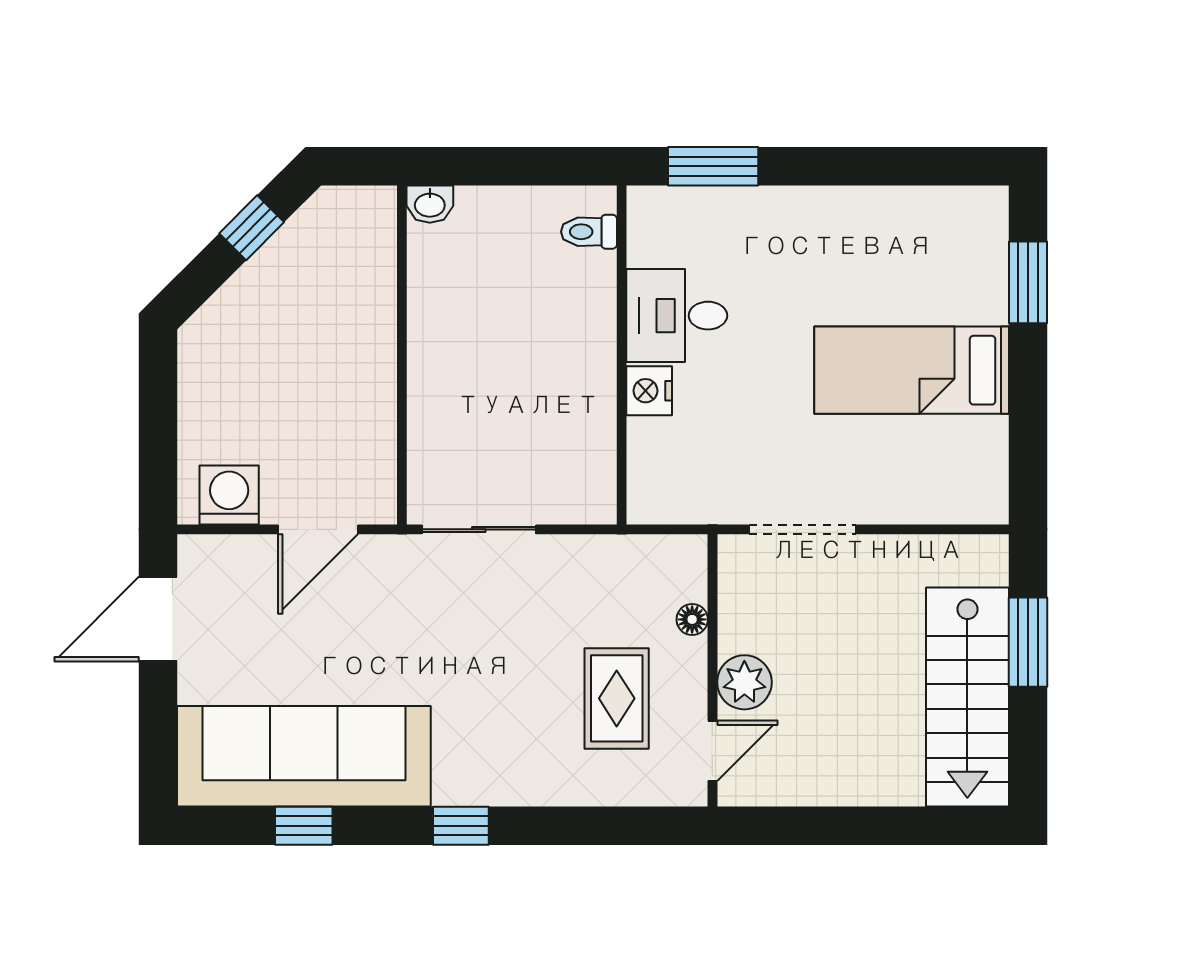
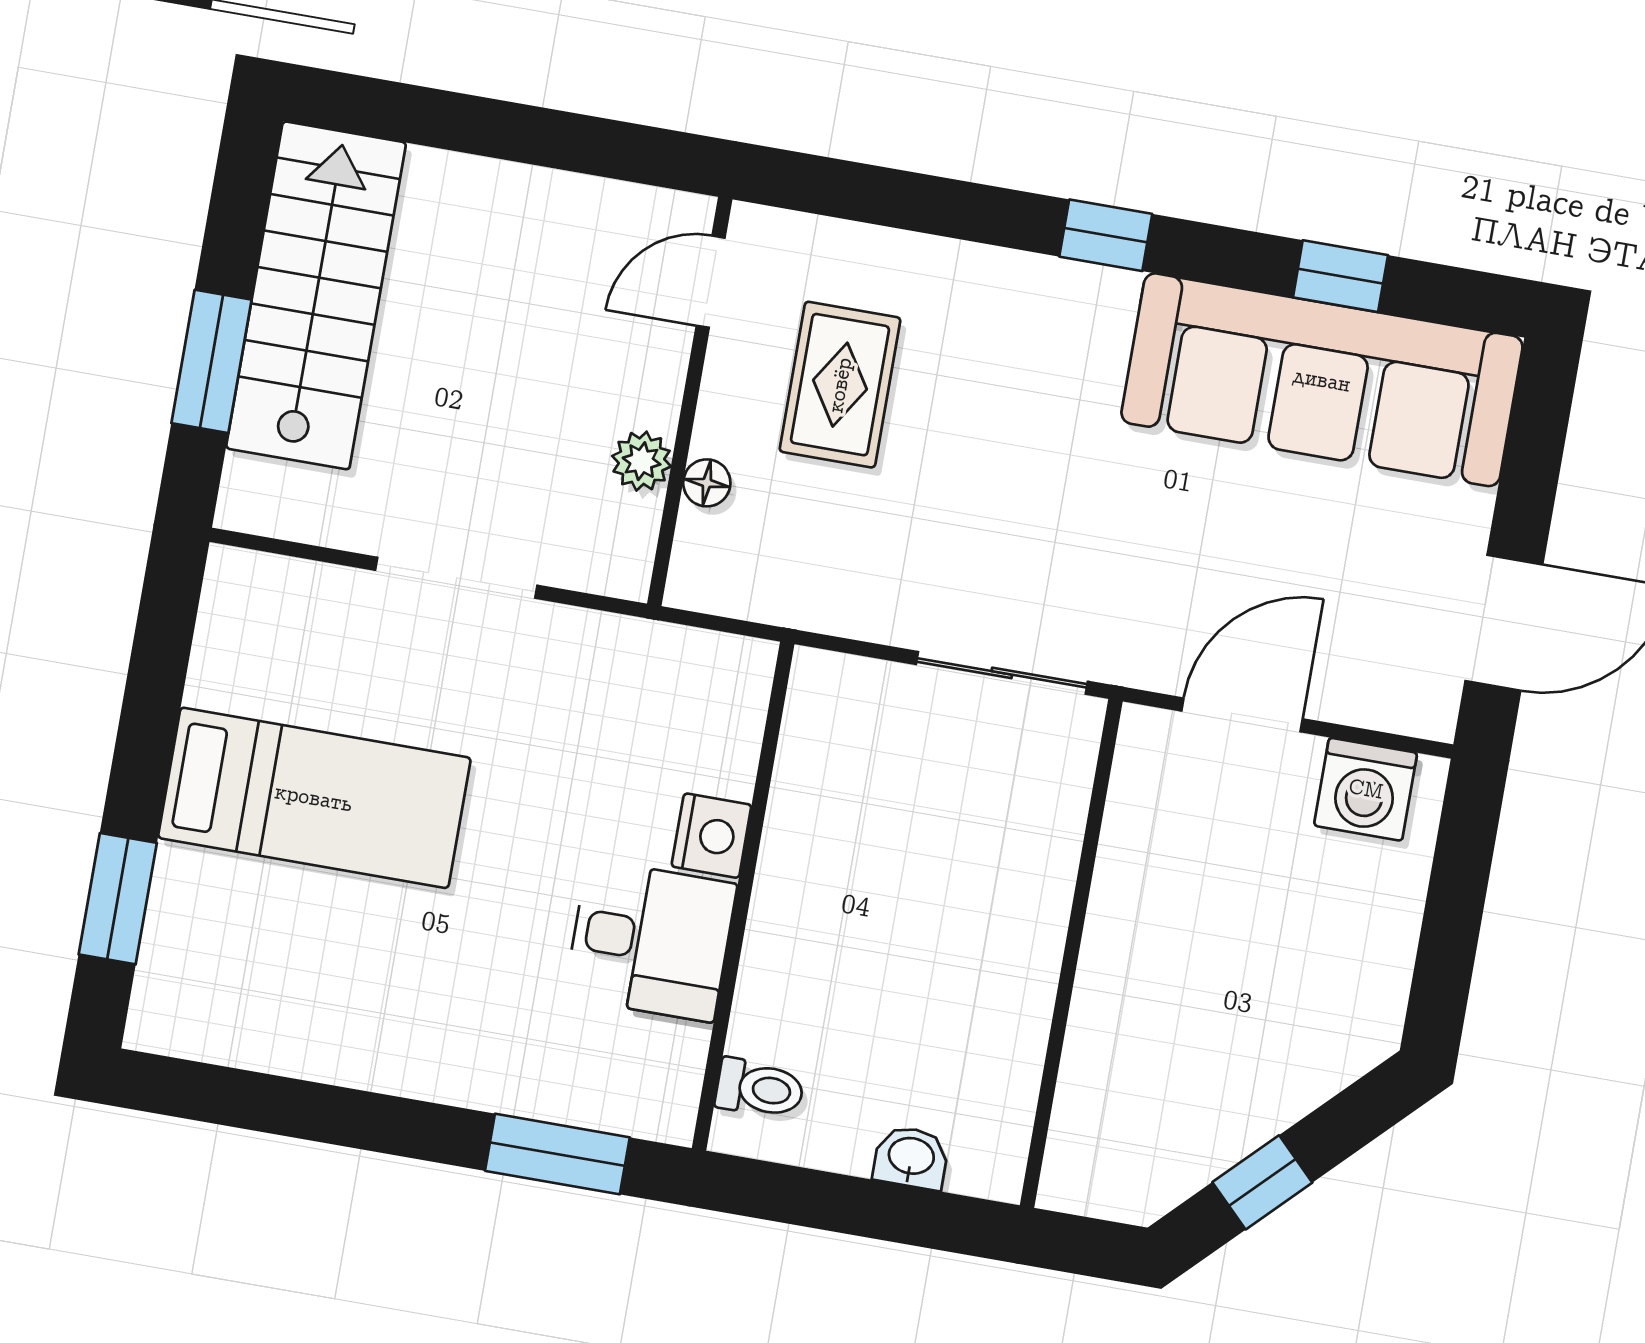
washbasin: (430, 204) -> (911, 1158), moved
doorway: (802, 529) -> (456, 578), moved
plant: (744, 682) -> (642, 461), moved, width x0.73, depth x0.73

